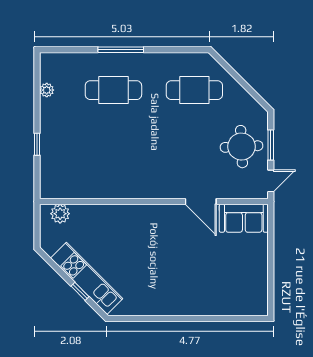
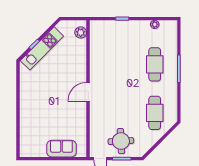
door: (201, 201) -> (88, 92), moved
sofa: (244, 218) -> (61, 149), moved, turned 90

